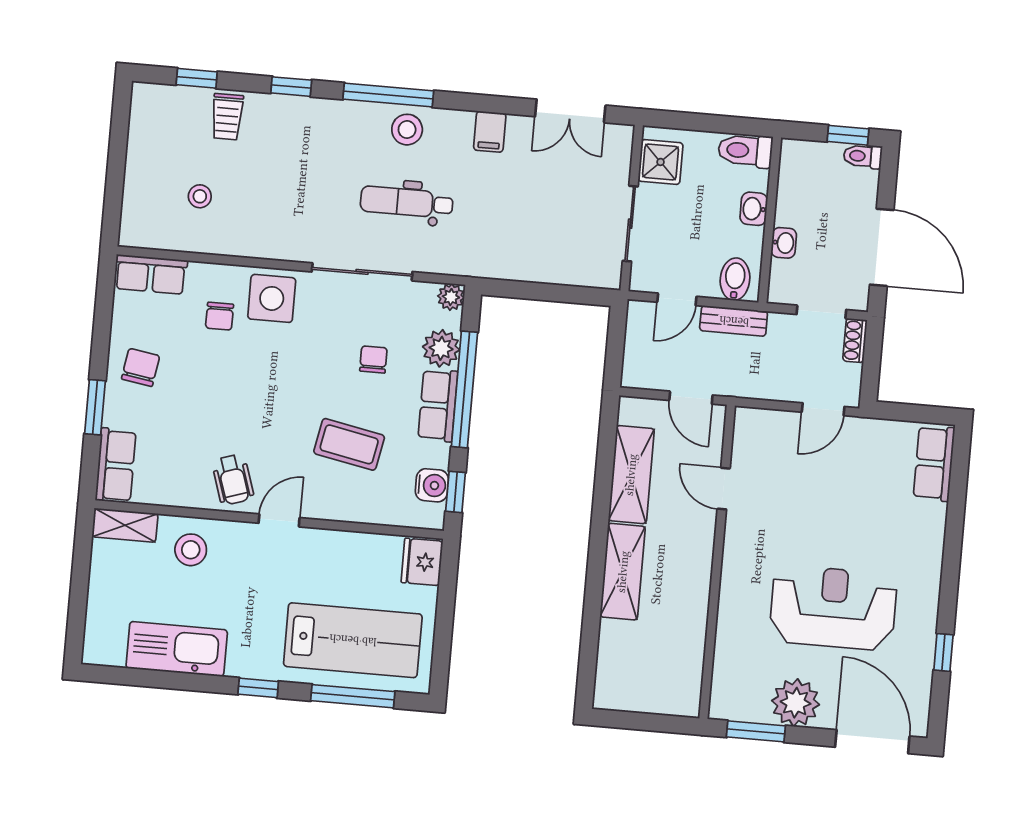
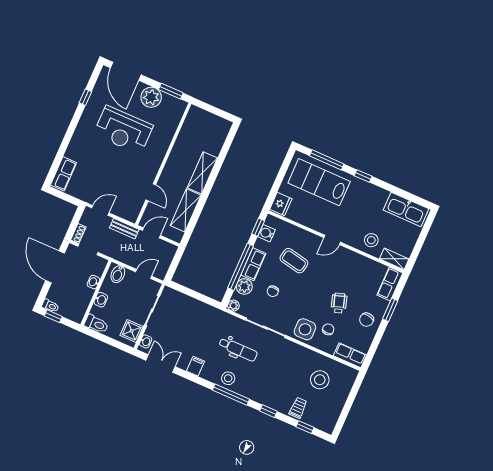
washbasin: (621, 149) -> (146, 341), added
stool: (200, 196) -> (320, 380), width x1.89, depth x1.89
bench: (734, 321) -> (124, 229), moved
door: (691, 398) -> (151, 233), hinge flipped
wheelchair: (233, 479) -> (339, 303), moved
kitchen sink: (177, 649) -> (406, 209), moved

